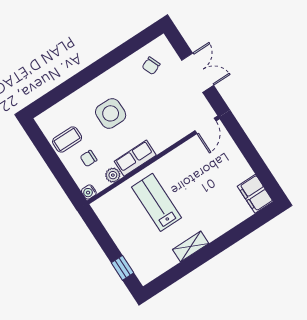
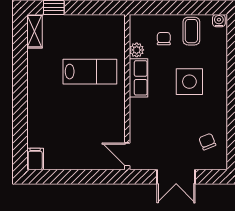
water cooler: (89, 192) -> (219, 21), moved
filing cabinet: (255, 194) -> (35, 159), width x0.50
shelving: (191, 246) -> (35, 31), moved

